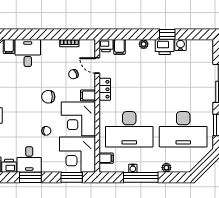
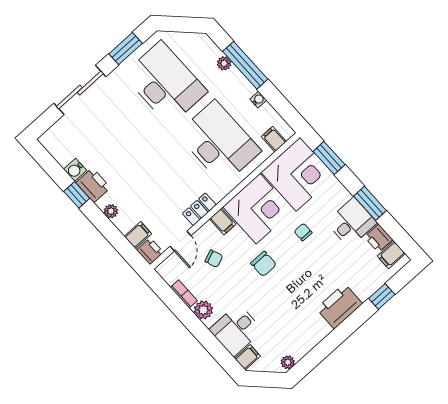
plant: (52, 46) -> (203, 310), added
window: (141, 177) -> (245, 65), moved

